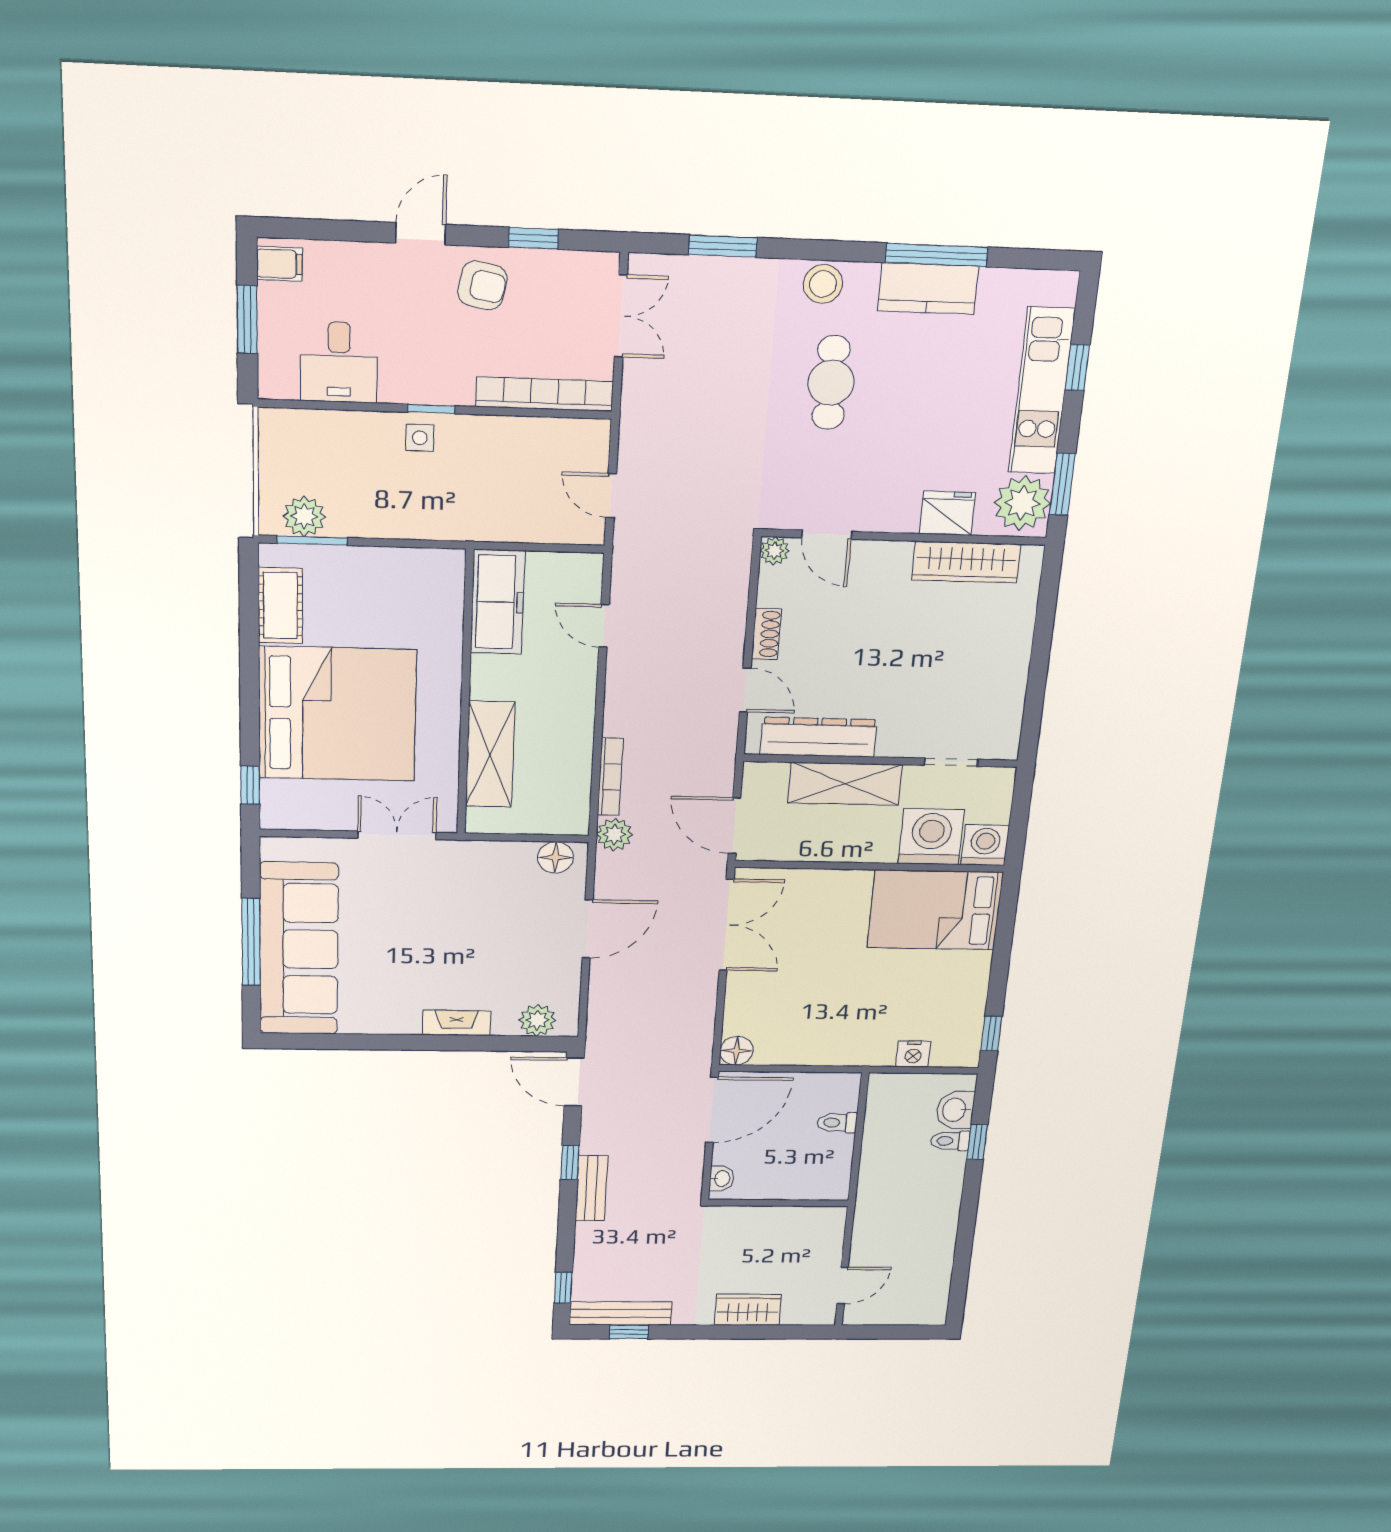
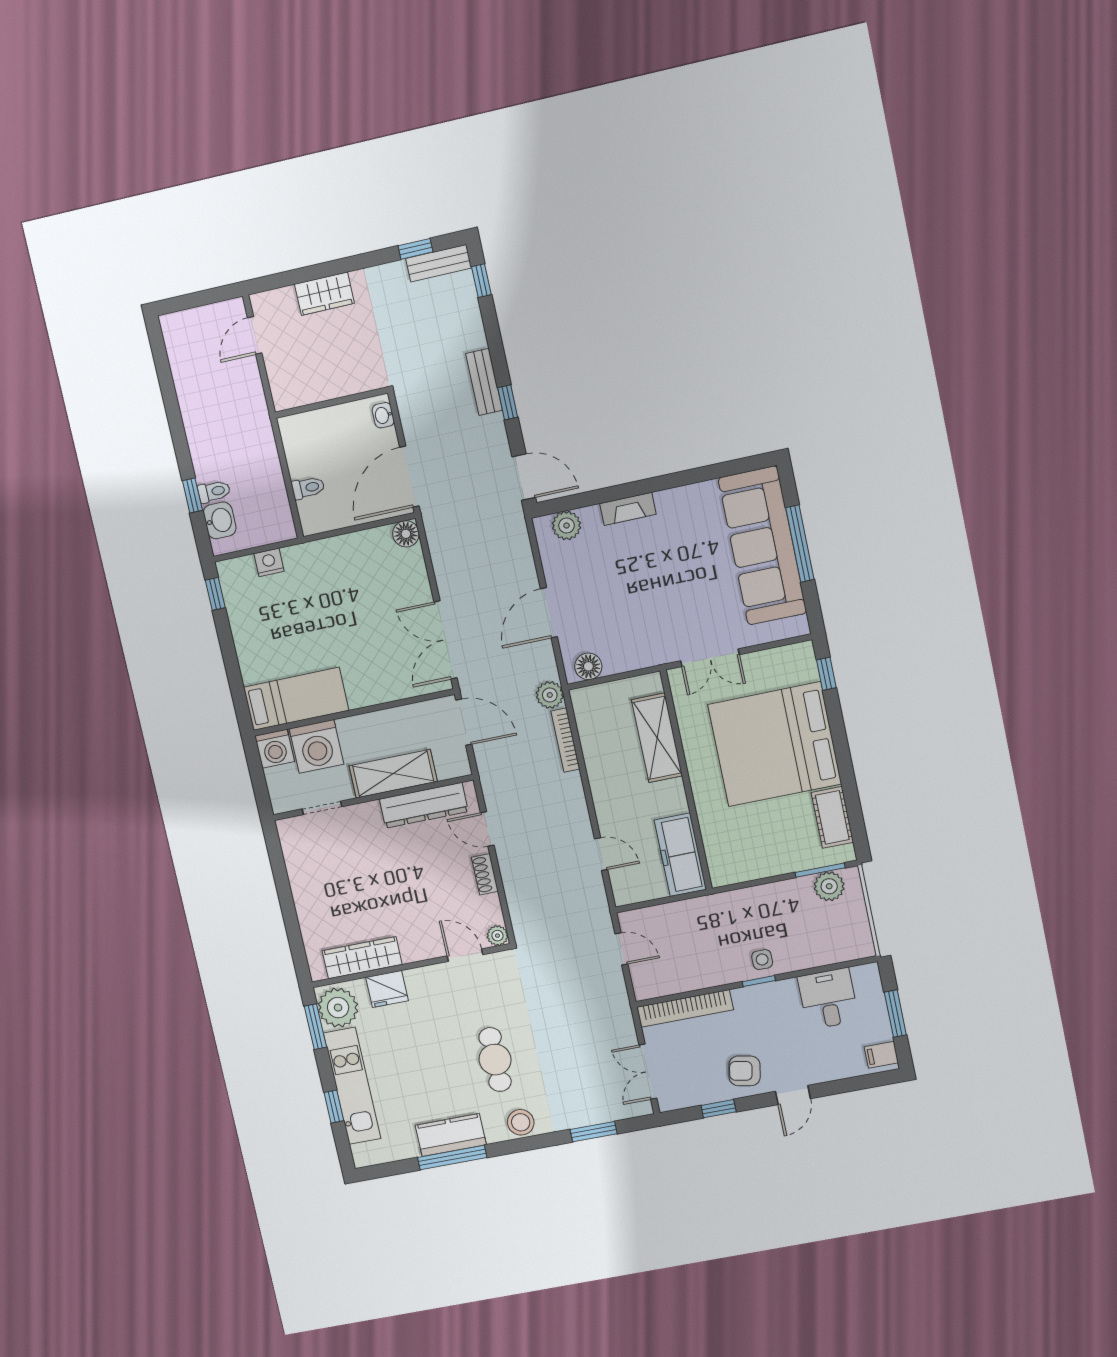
bed: (935, 910) -> (296, 699), width x0.67
bench: (621, 1313) -> (439, 263), width x0.73

